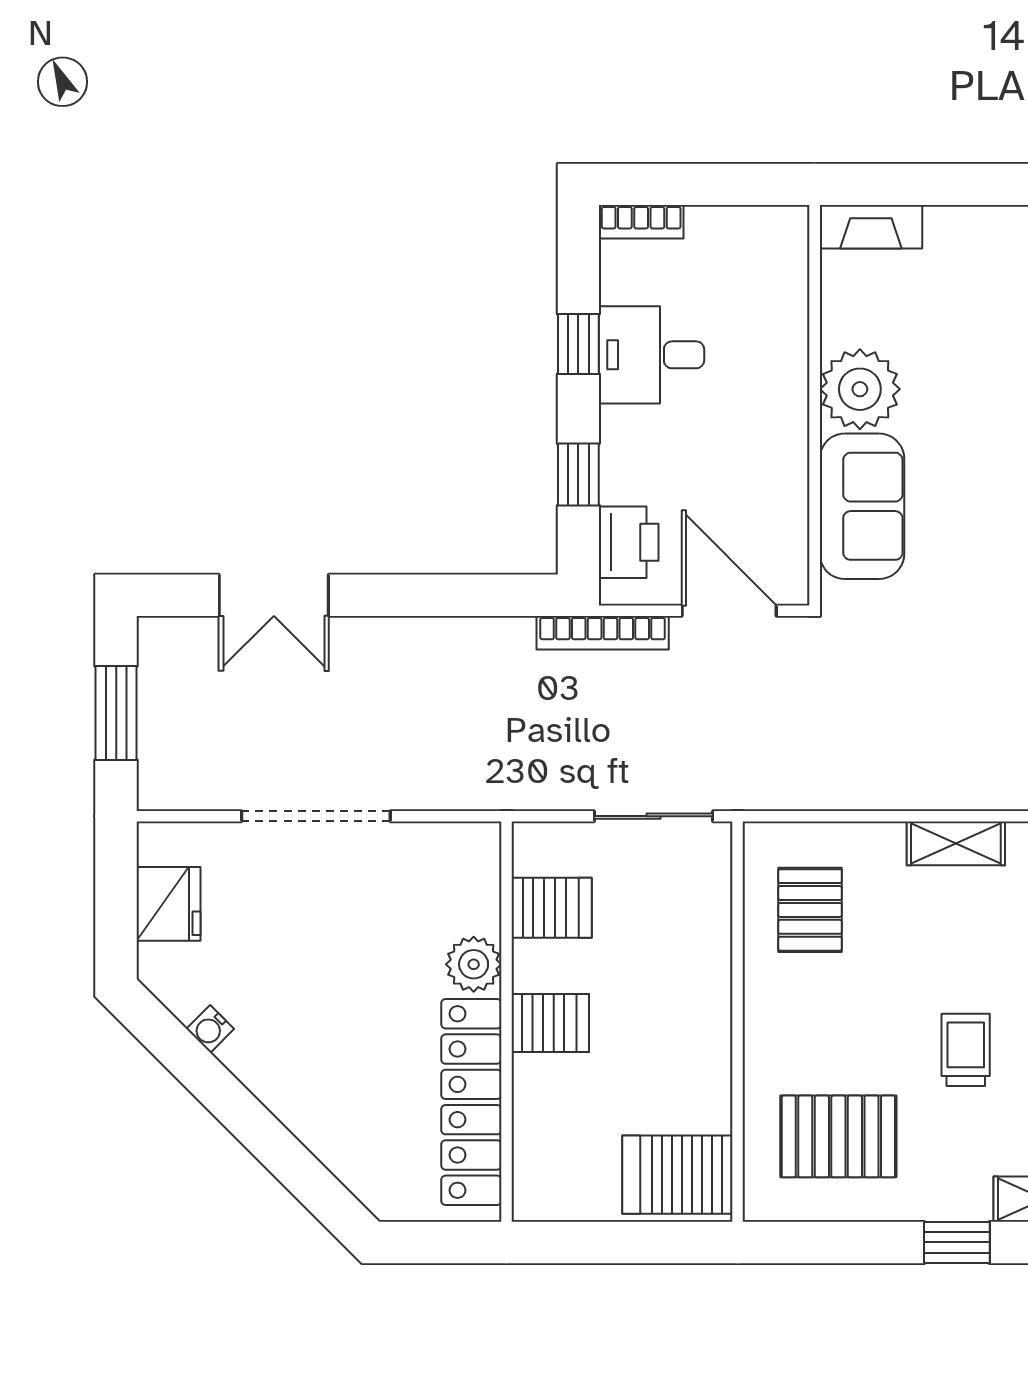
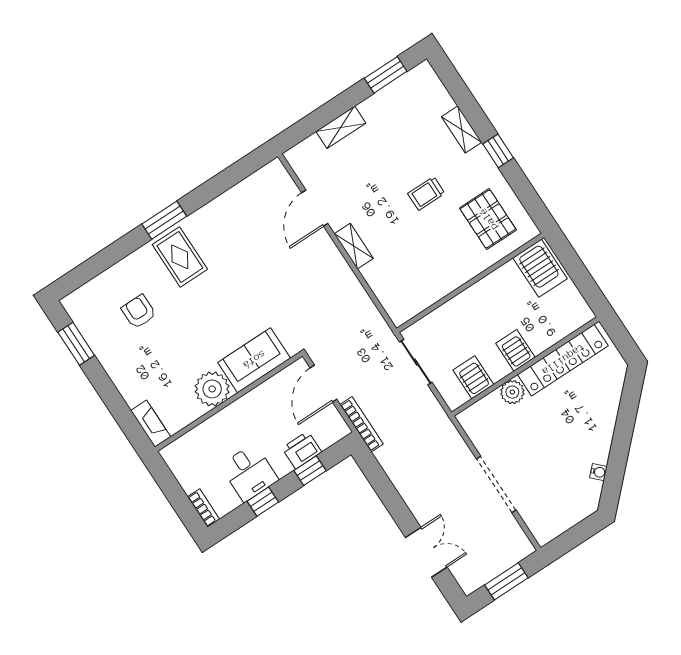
printer: (629, 542) -> (302, 450), moved
fridge: (168, 904) -> (563, 517), removed
pallet: (810, 910) -> (413, 283), removed

